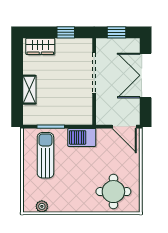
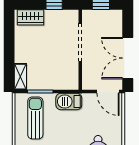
double door: (146, 75) -> (128, 58), moved
shelving: (29, 90) -> (20, 77), moved

